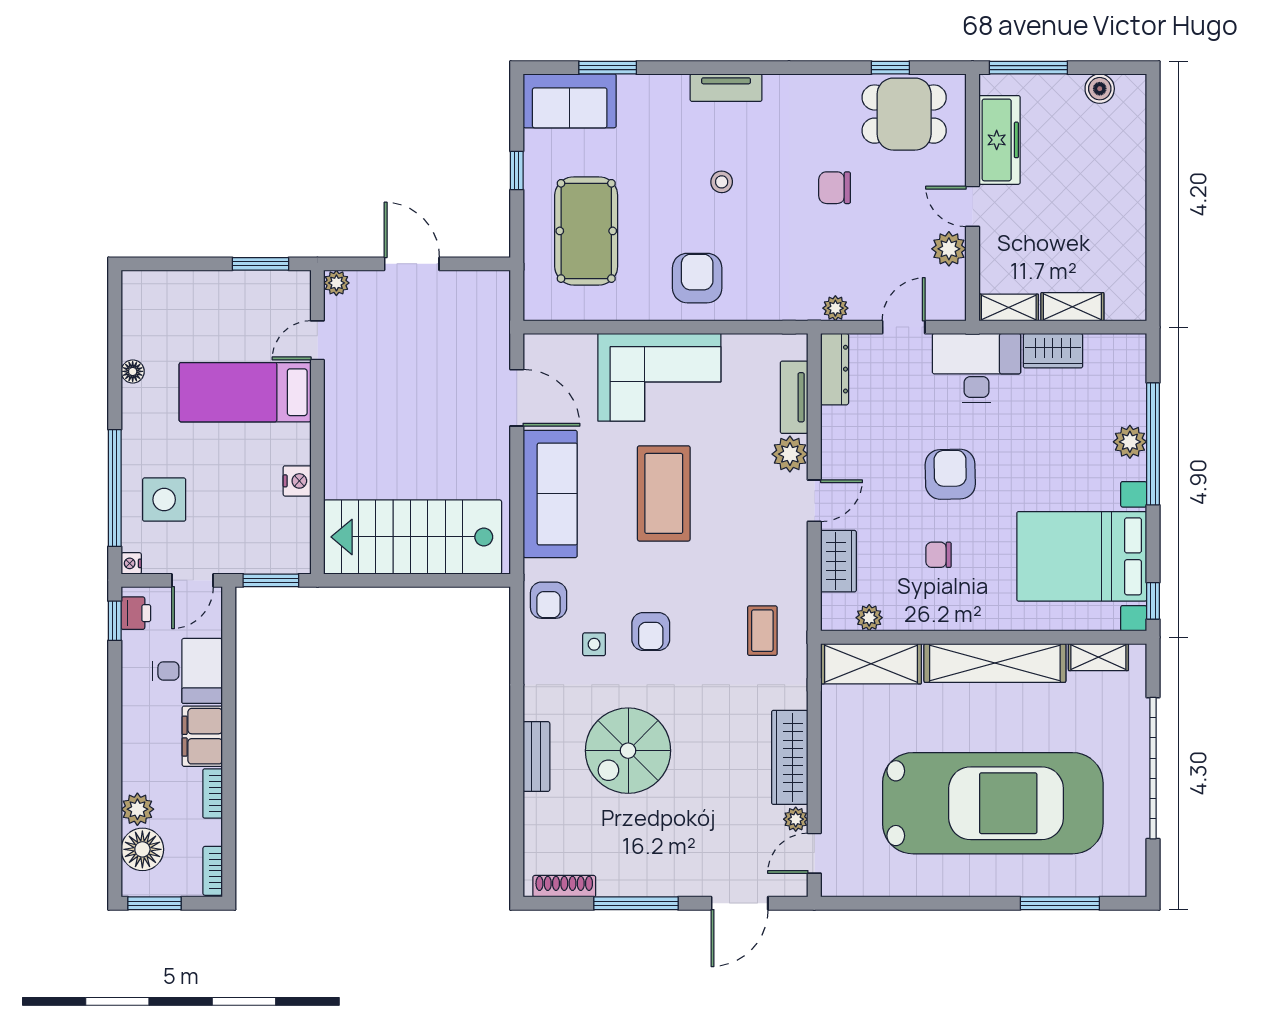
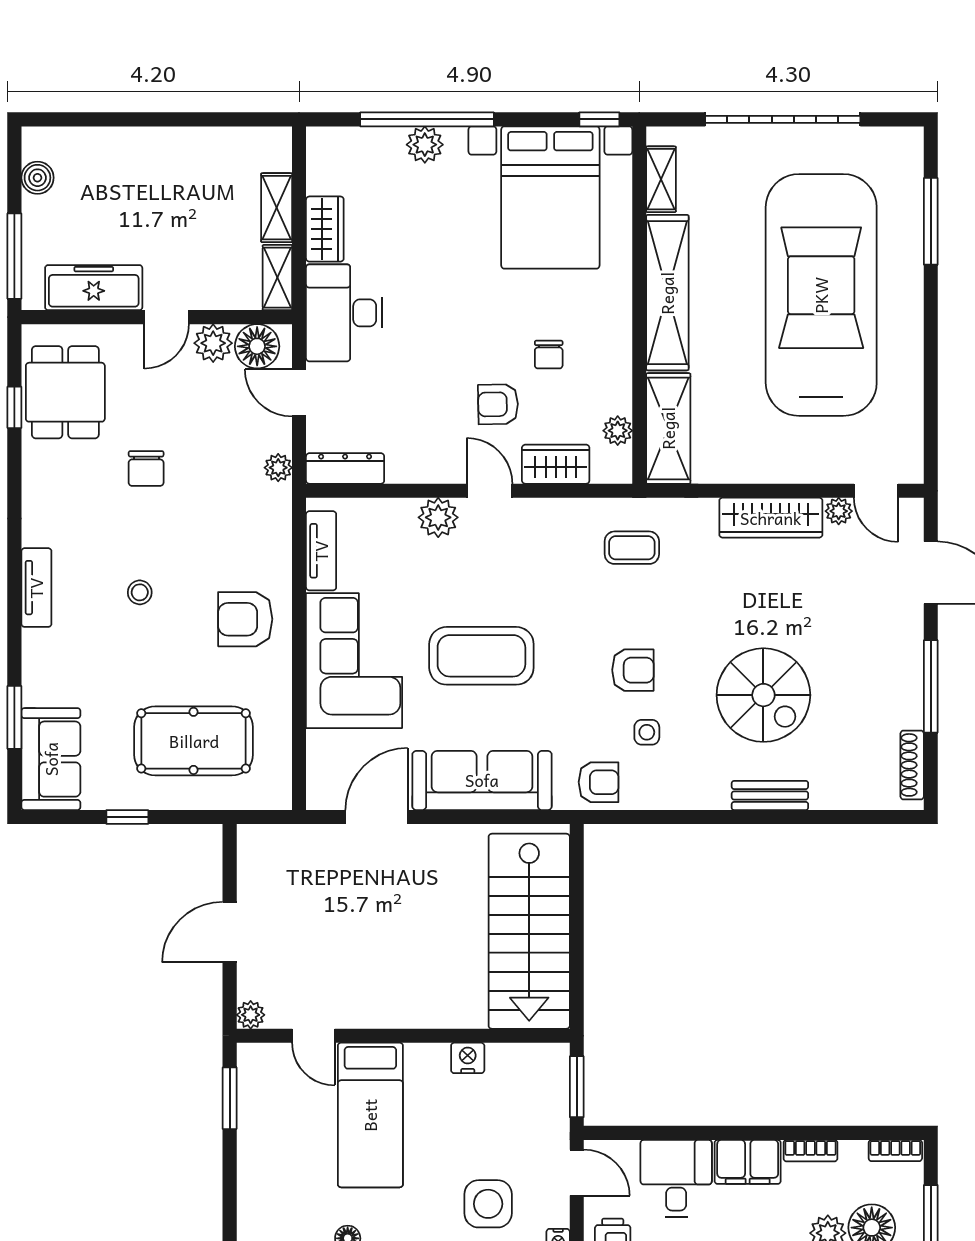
floor lamp: (946, 289) -> (257, 346), added
tv unit: (794, 397) -> (321, 551), moved, turned -90
armchair: (950, 474) -> (498, 404), moved, width x0.72, depth x0.72

